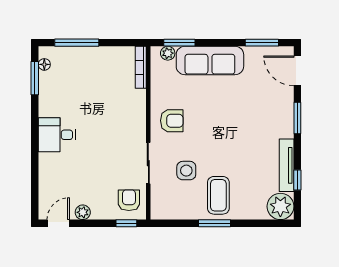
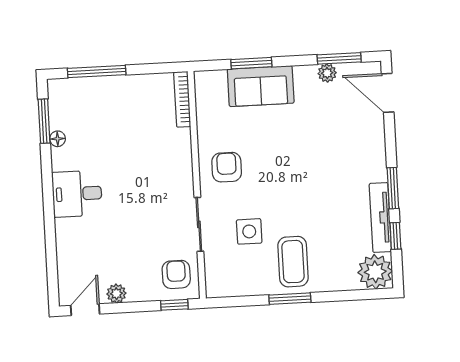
window: (179, 43) -> (251, 63), moved
plant: (168, 53) -> (327, 73), moved
sofa: (210, 60) -> (261, 86), width x0.73
floor lamp: (44, 64) -> (58, 139), moved
window: (297, 118) -> (393, 188), moved
armchair: (172, 121) -> (227, 167), turned -90

